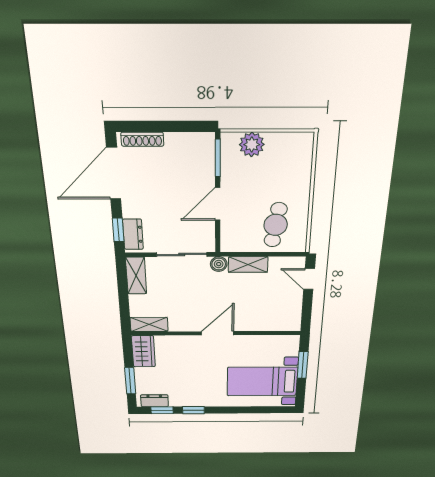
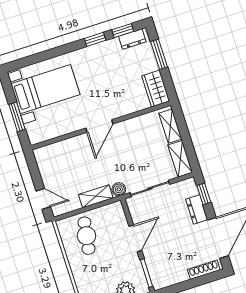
dresser: (133, 234) -> (197, 209), moved
shelving: (149, 324) -> (170, 126), moved, turned 90

